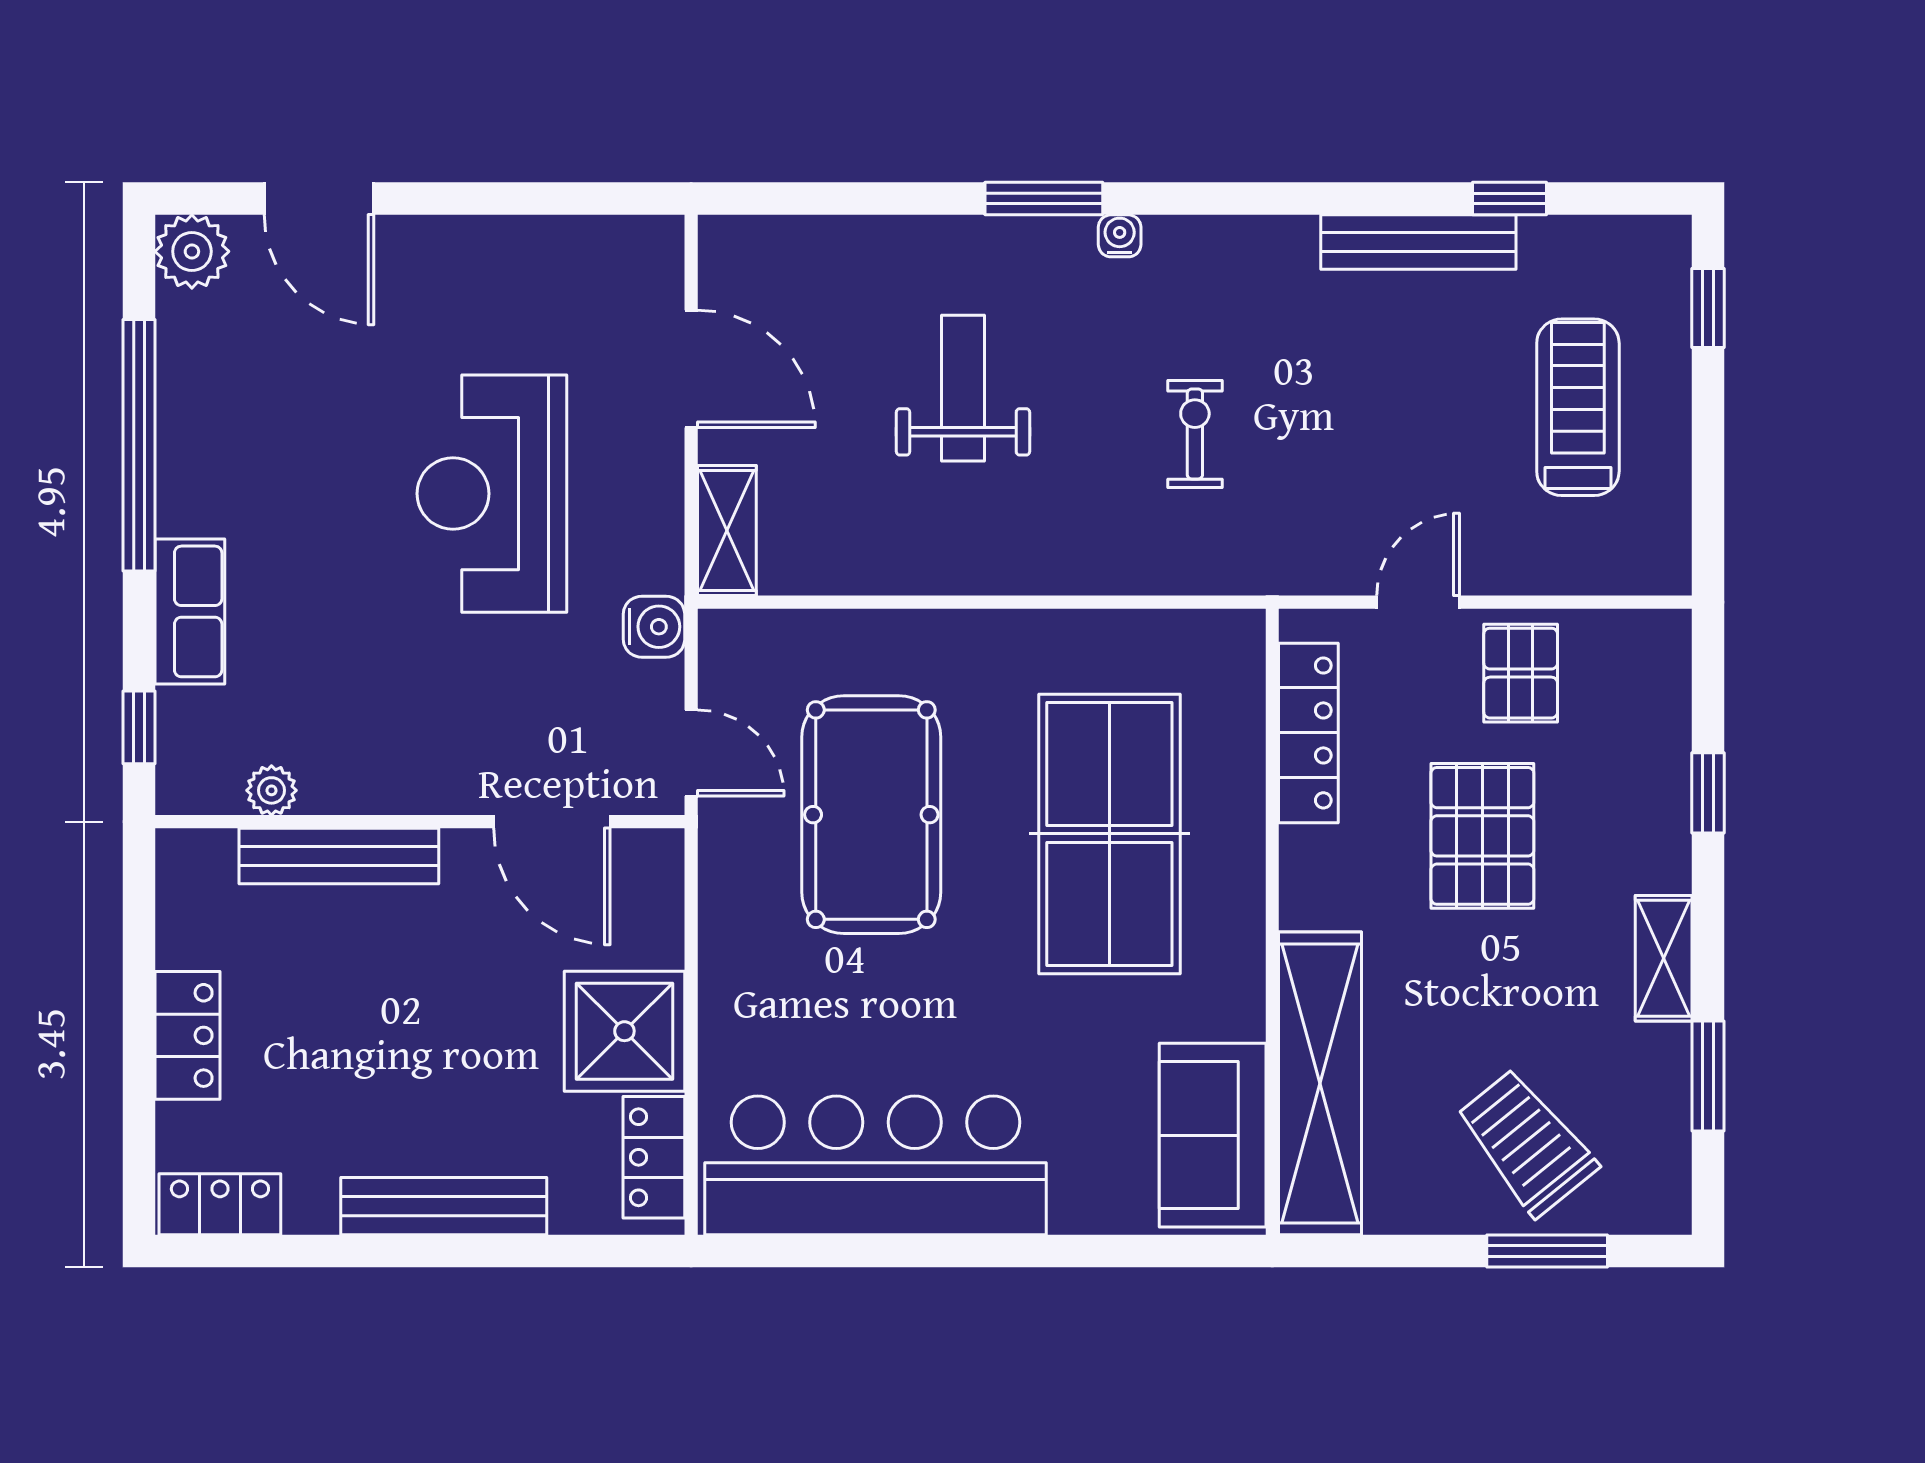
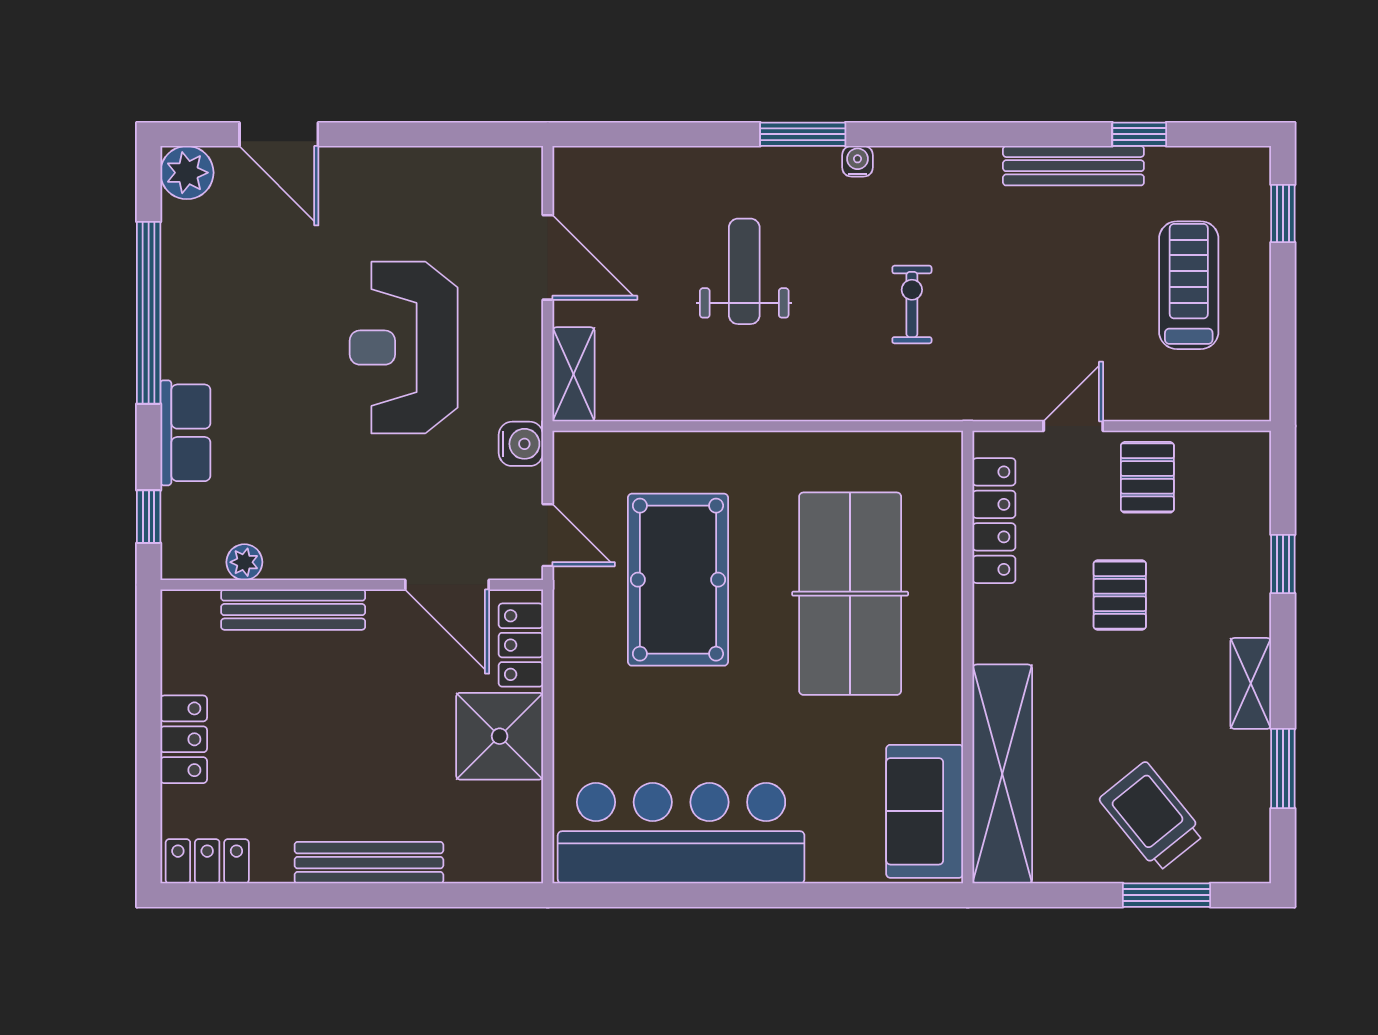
pallet: (1482, 836) -> (1120, 595), width x0.67, depth x0.71
locker: (654, 1157) -> (521, 645), moved

